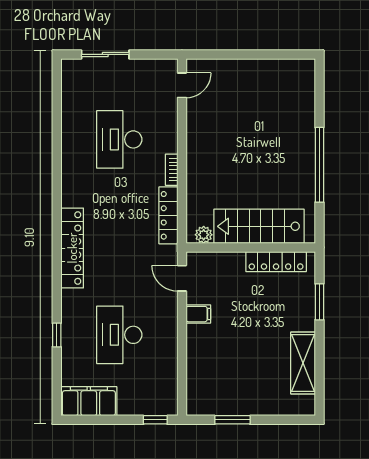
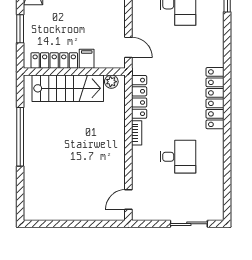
desk: (119, 139) -> (178, 157), width x0.73
locker: (72, 248) -> (215, 98), moved
filing cabinet: (198, 314) -> (87, 59), moved, turned 90

